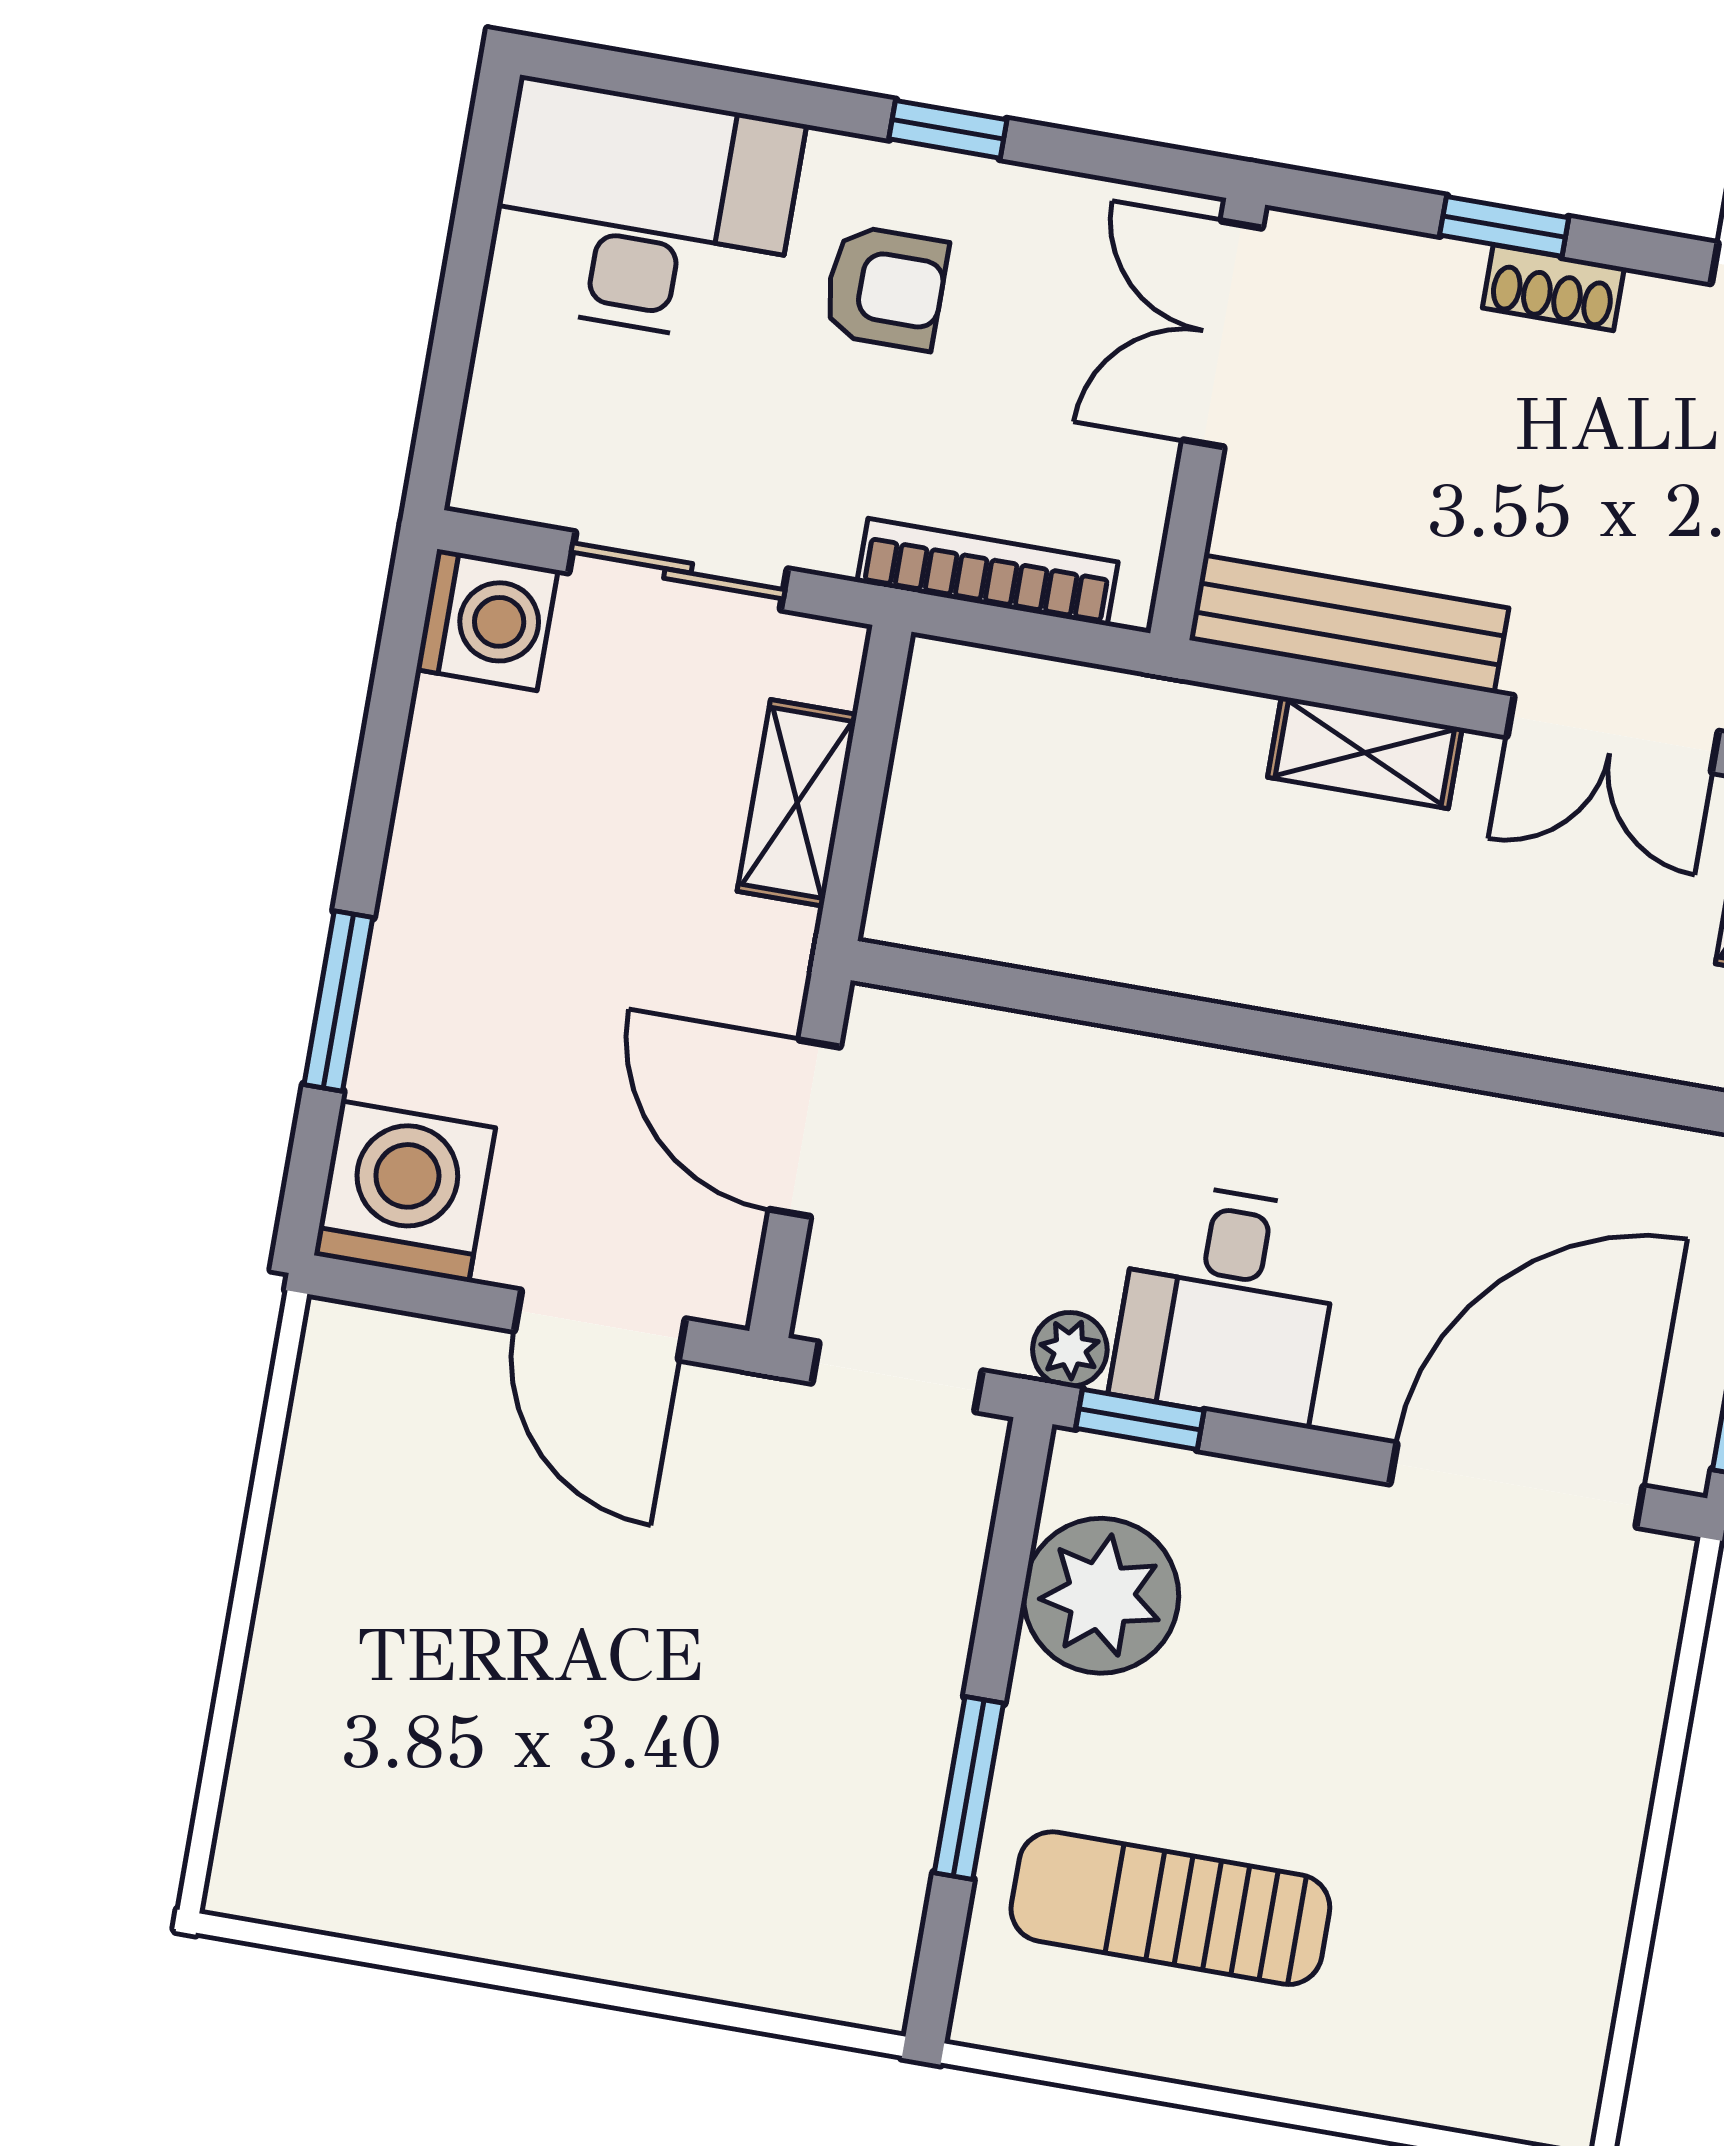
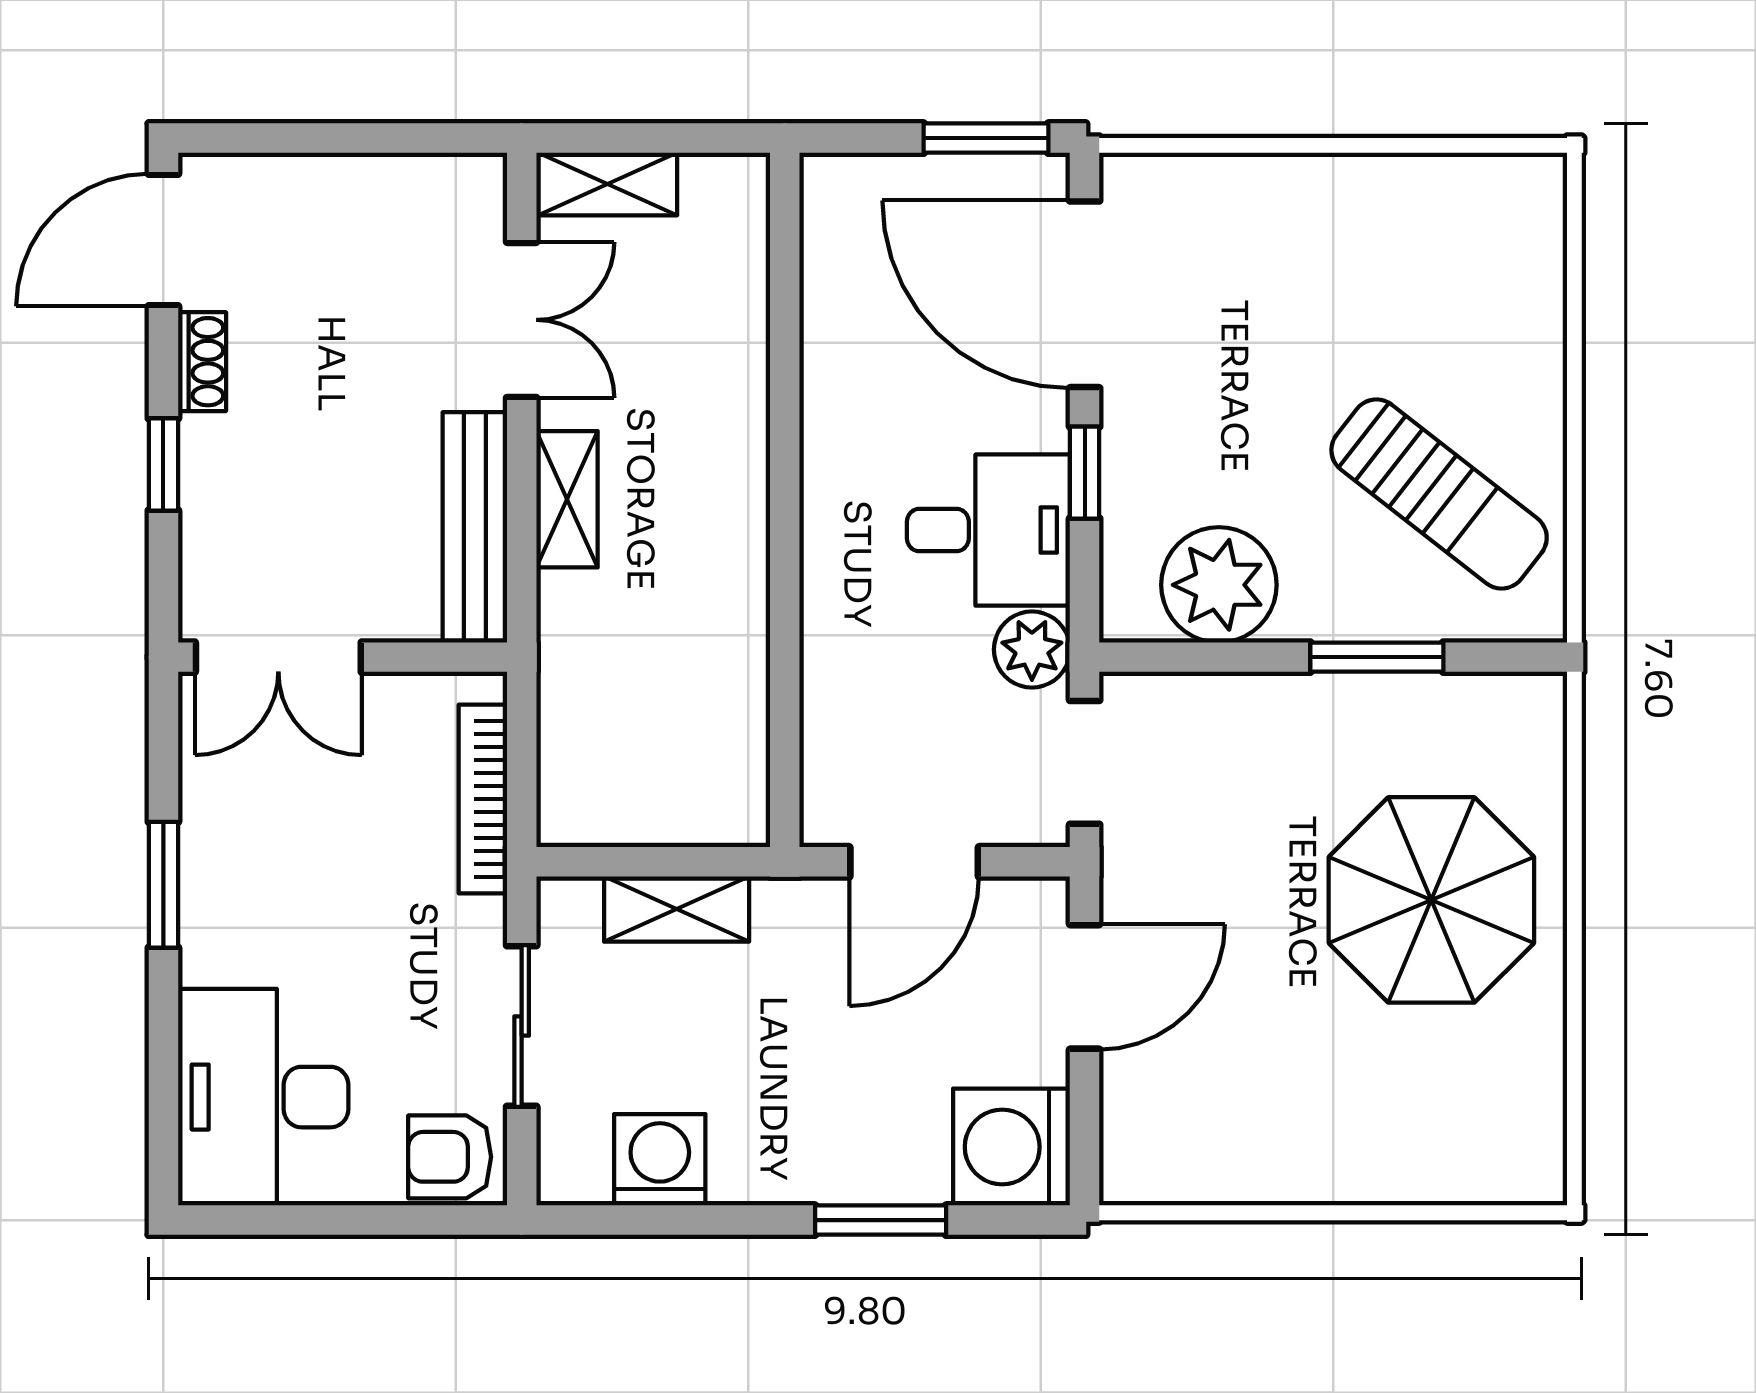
window: (948, 129) -> (163, 885), width x1.50
armchair: (885, 288) -> (450, 1157), moved, turned -90
shoe rack: (1553, 288) -> (202, 362), moved
washing machine: (487, 620) -> (660, 1160), moved
plant: (1070, 1349) -> (1032, 650), width x1.38, depth x1.38
window: (1140, 1419) -> (1085, 473), moved
parasol: (635, 1804) -> (1431, 900), added
sun lounger: (1170, 1908) -> (1439, 494), turned -52

